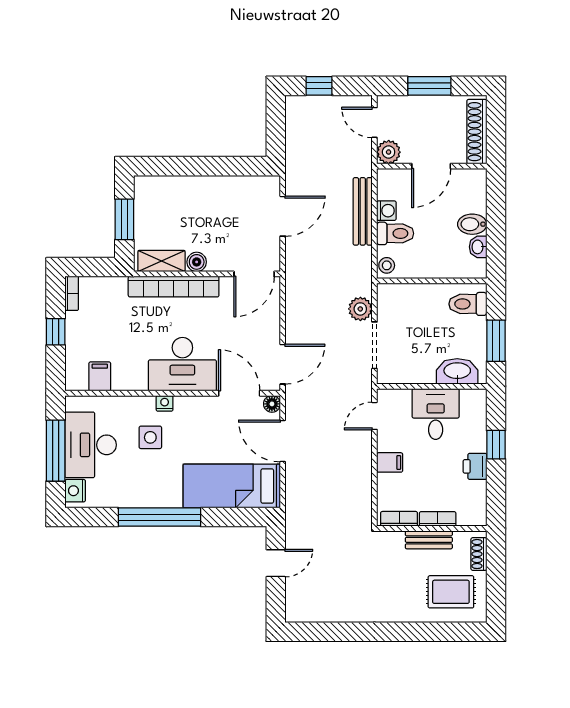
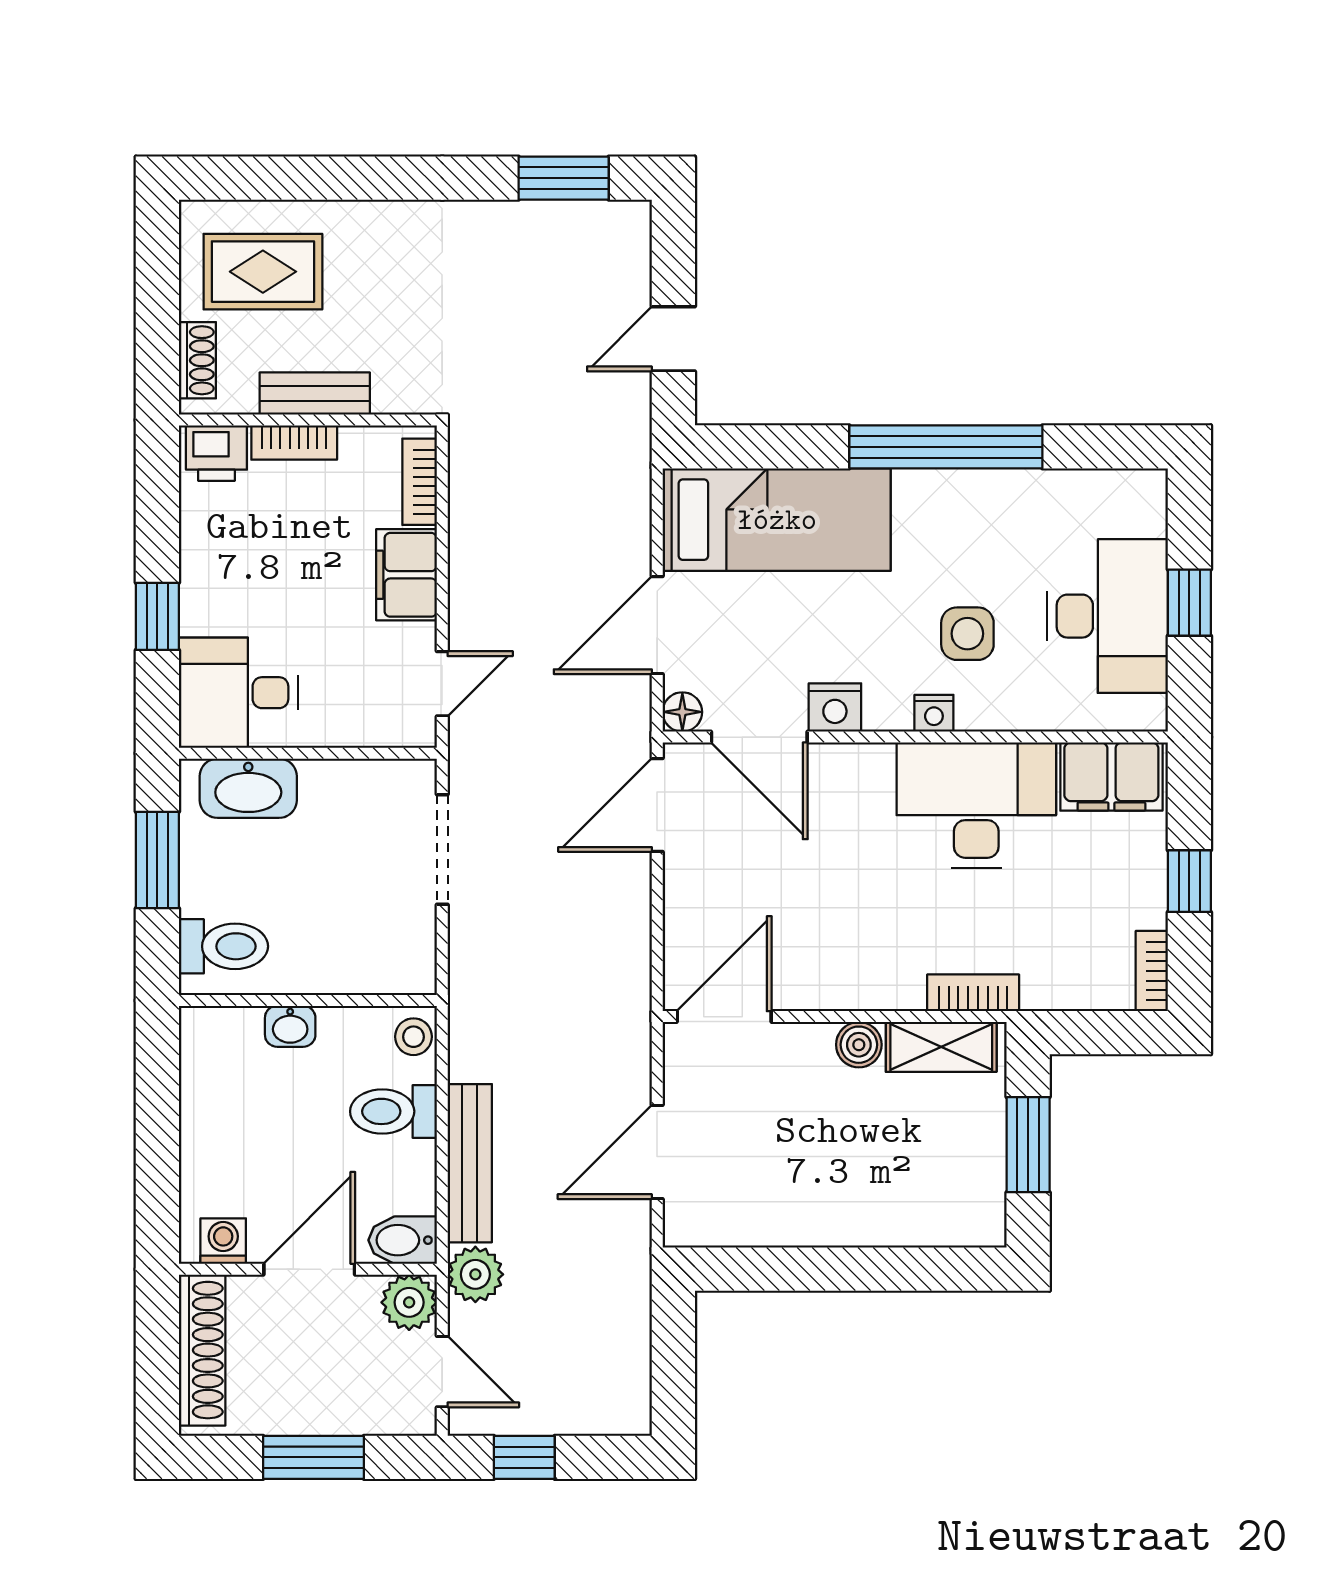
window: (319, 86) -> (524, 1457), moved
washing machine: (386, 211) -> (223, 1241), moved, turned 90
bidet: (472, 224) -> (403, 1240), moved, turned 180
washbasin: (478, 247) -> (290, 1026), moved, turned 90
bookcase: (174, 287) -> (973, 993), width x0.43, depth x0.76
plant: (360, 309) -> (475, 1274), moved
desk: (182, 364) -> (976, 805), moved
filing cabinet: (100, 376) -> (1111, 777), width x2.00
desk: (436, 414) -> (238, 693), moved, turned 90
door: (283, 441) -> (657, 625), swing flipped
window: (56, 451) -> (1189, 603), width x0.46
filing cabinet: (390, 462) -> (406, 575), width x2.00
printer: (475, 466) -> (216, 453), moved, turned 90
nightstand: (75, 491) -> (835, 708), moved, turned 90
bookcase: (399, 519) -> (420, 482), moved, turned 90
window: (323, 632) -> (564, 178), added

